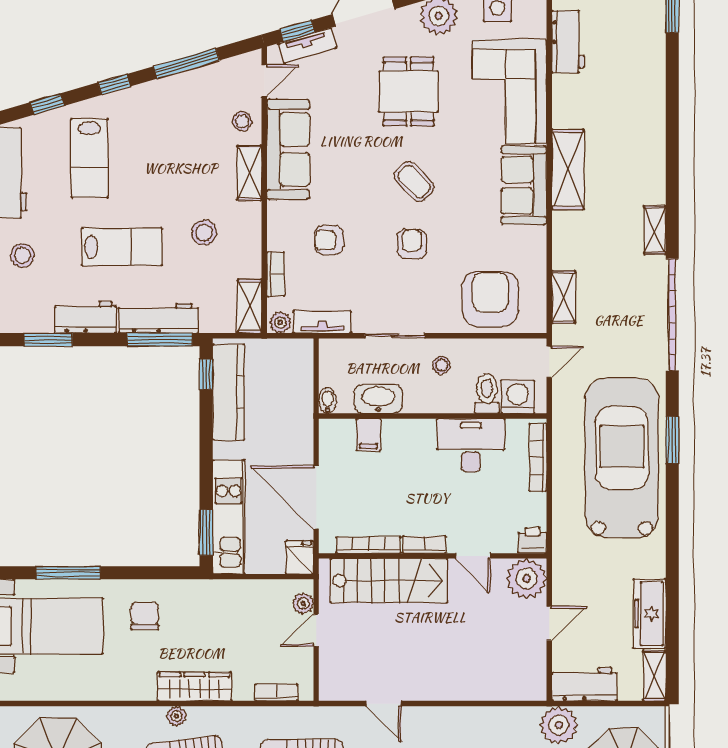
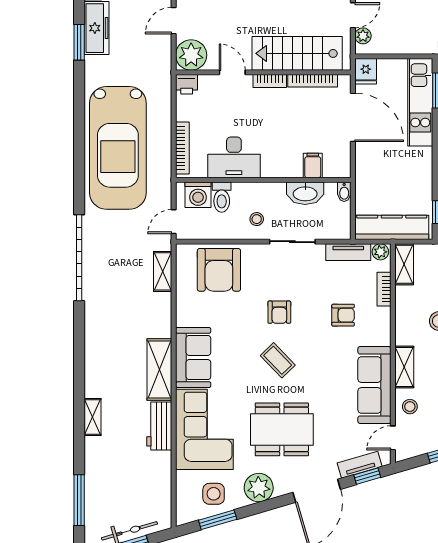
workbench: (568, 42) -> (159, 426), moved
dining table: (409, 92) -> (282, 429), width x1.38
shelving: (655, 230) -> (92, 417), moved
kitchen counter: (228, 392) -> (392, 227), moved, turned 90
window: (672, 440) -> (79, 42), moved

